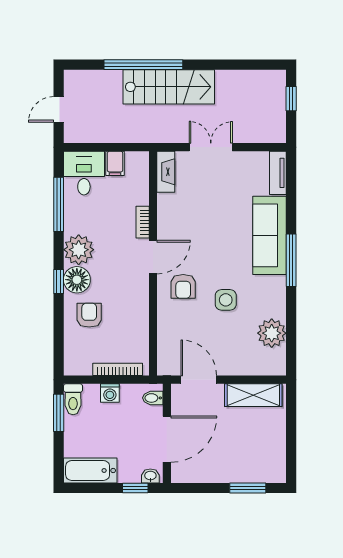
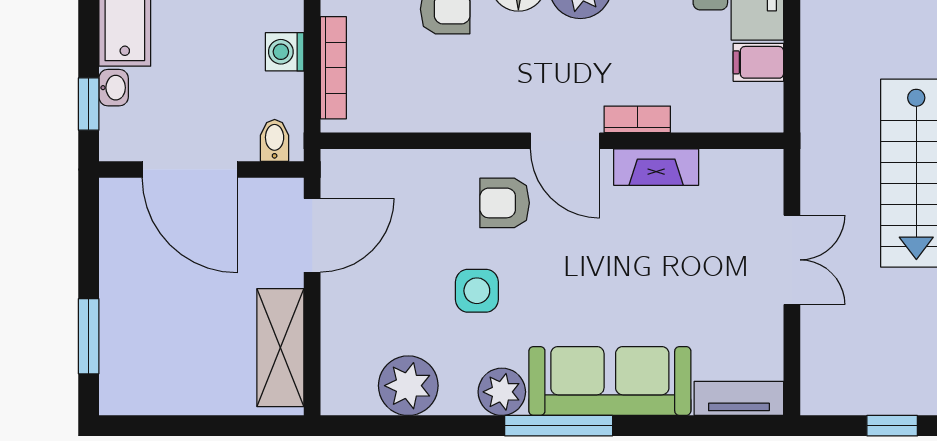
fireplace: (166, 172) -> (656, 167), moved
plant: (275, 288) -> (502, 392), added
washbasin: (150, 476) -> (114, 88), moved

